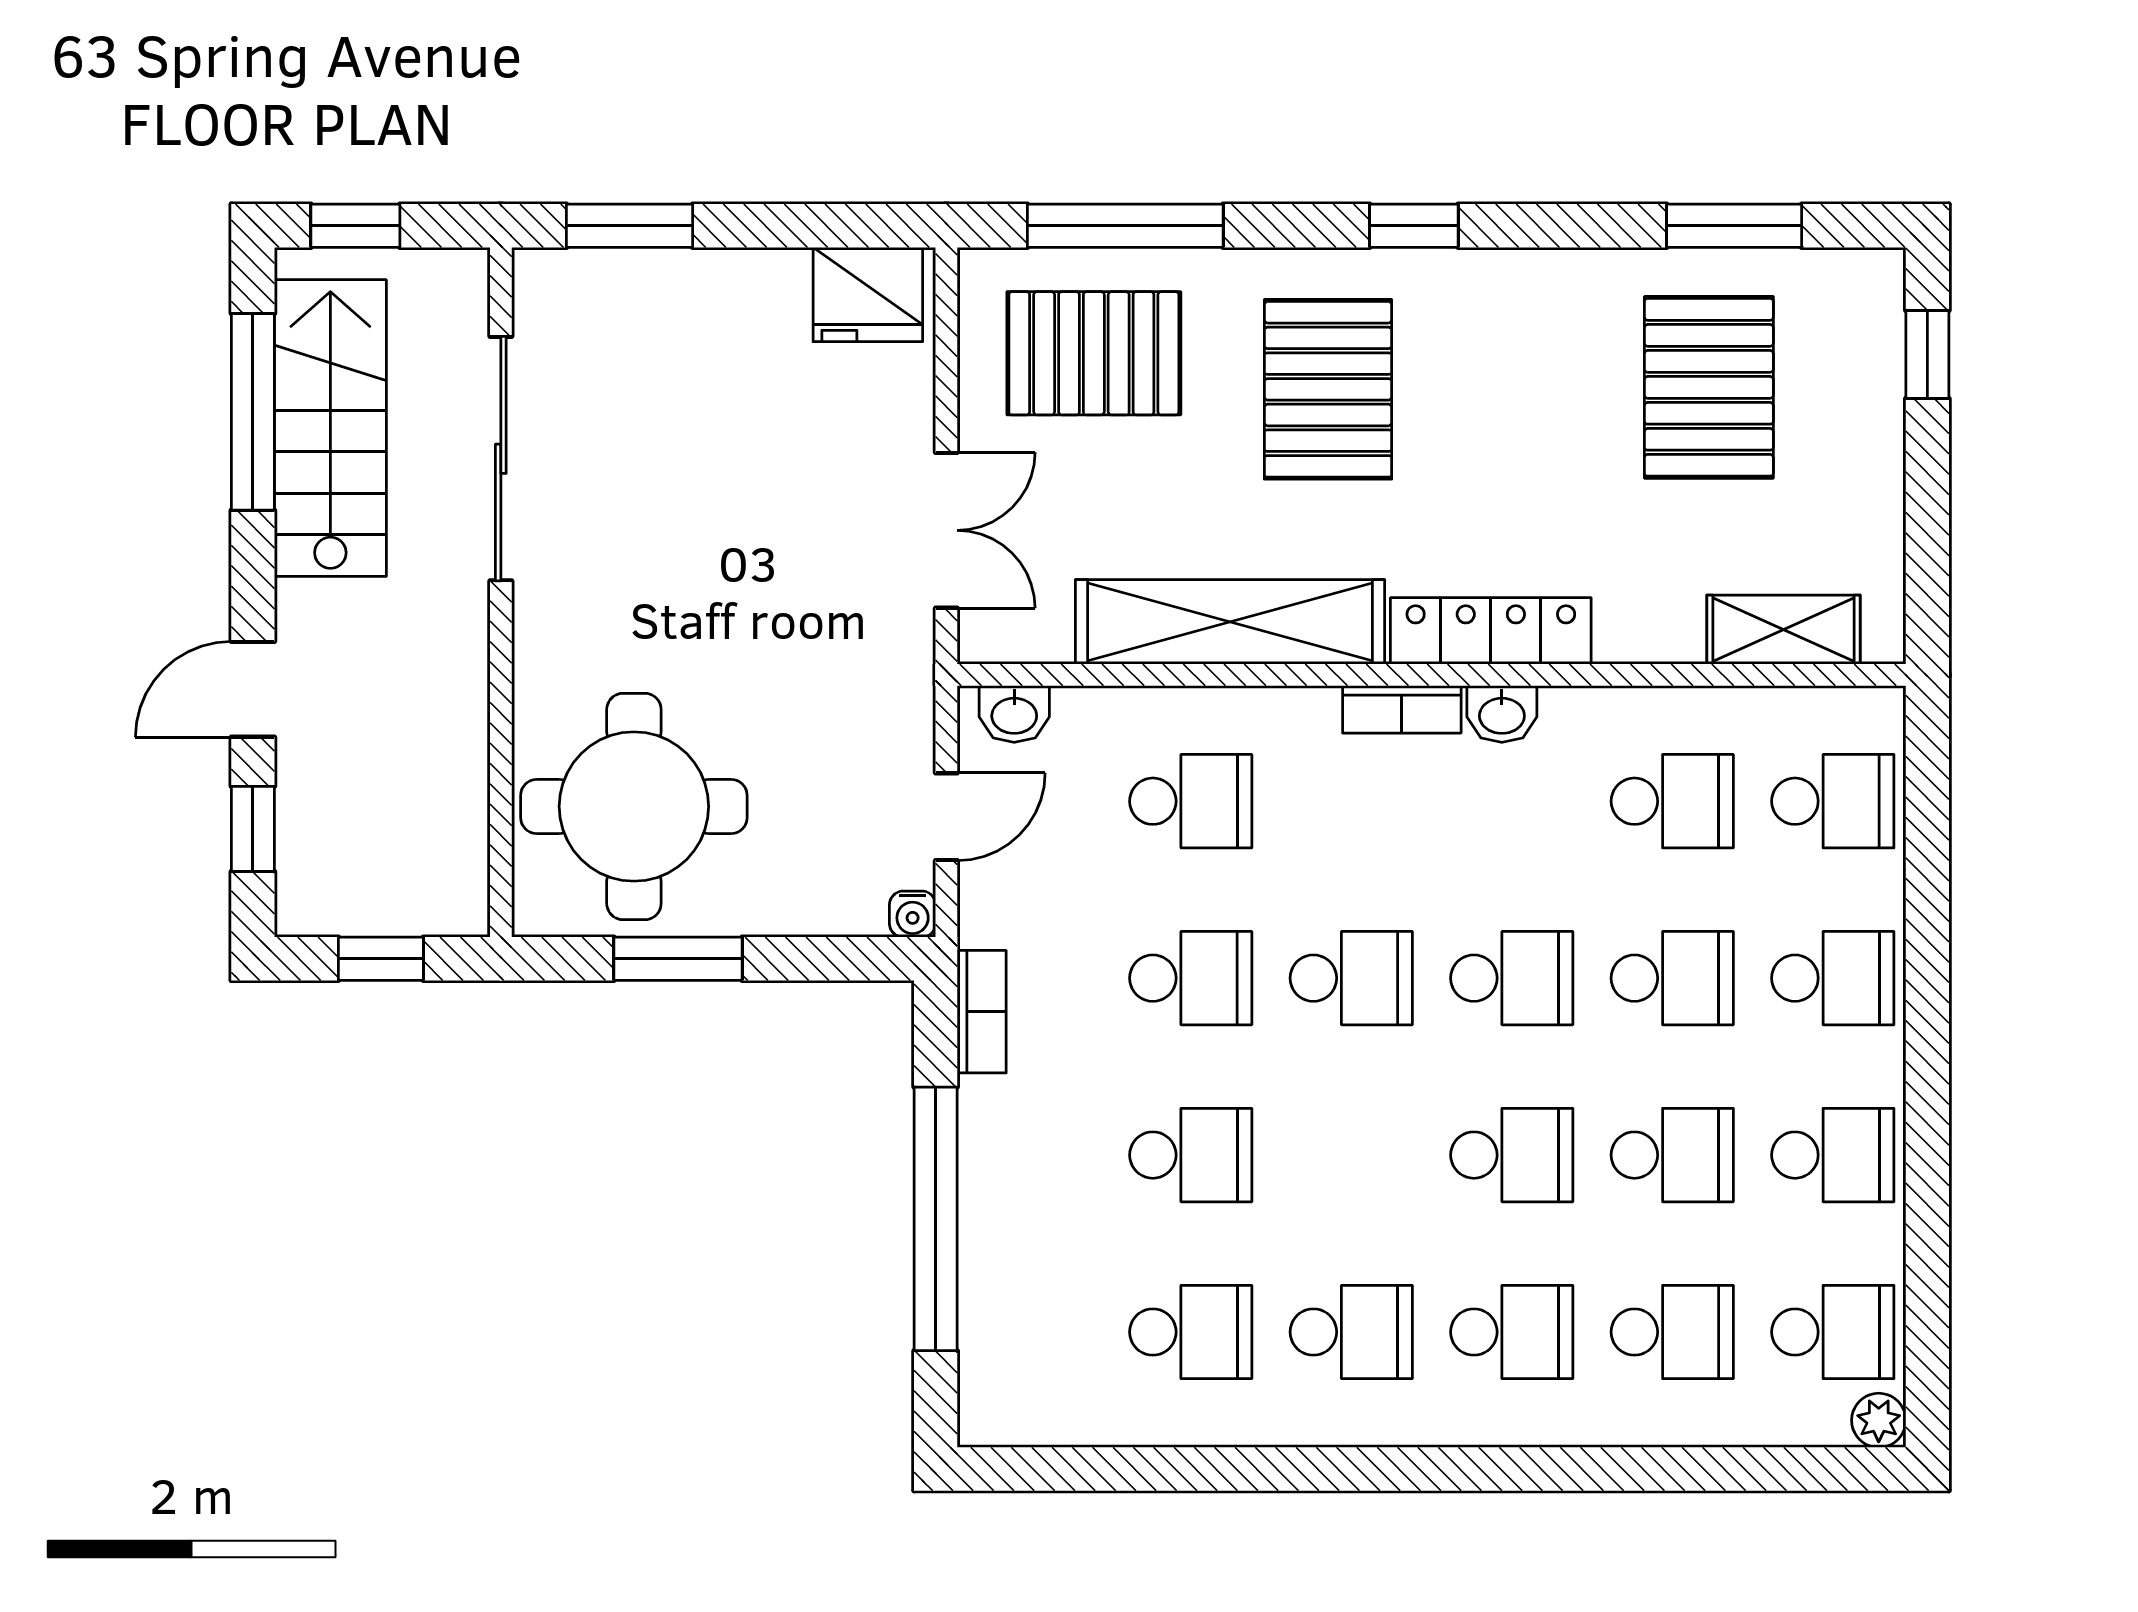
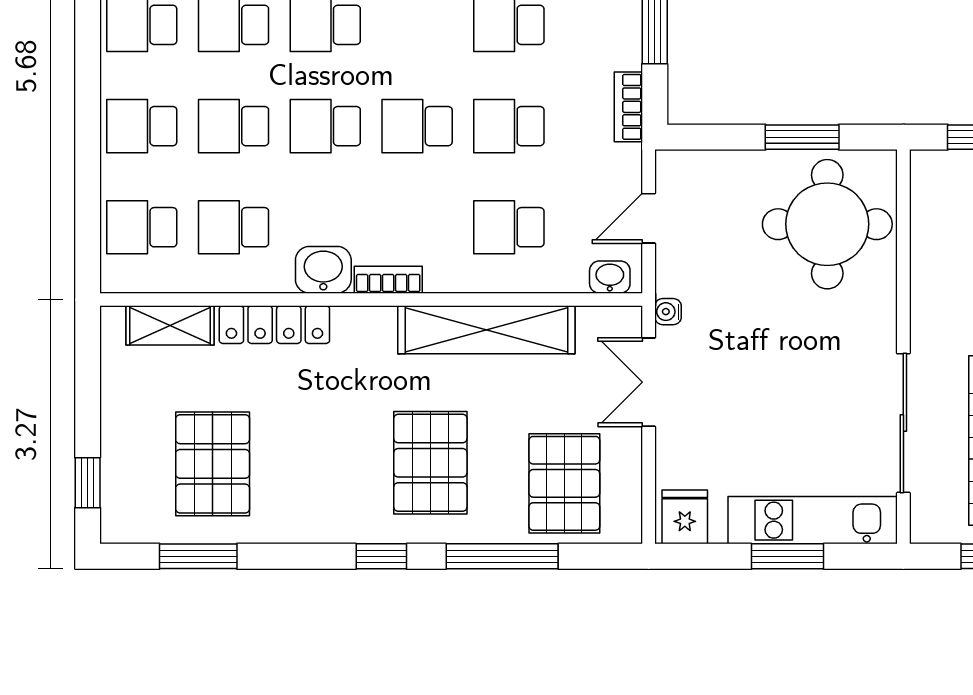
window: (629, 226) -> (787, 556), moved
window: (1125, 226) -> (502, 556), moved
kitchen unit: (659, 289) -> (813, 520), added
fridge: (868, 294) -> (685, 517), width x0.72
pallet: (1094, 353) -> (564, 483), turned 90
locker: (1491, 631) -> (274, 325), moved
washbasin: (1502, 714) -> (323, 270), width x1.38, depth x1.45
water cooler: (913, 914) -> (668, 312), moved, turned -90

